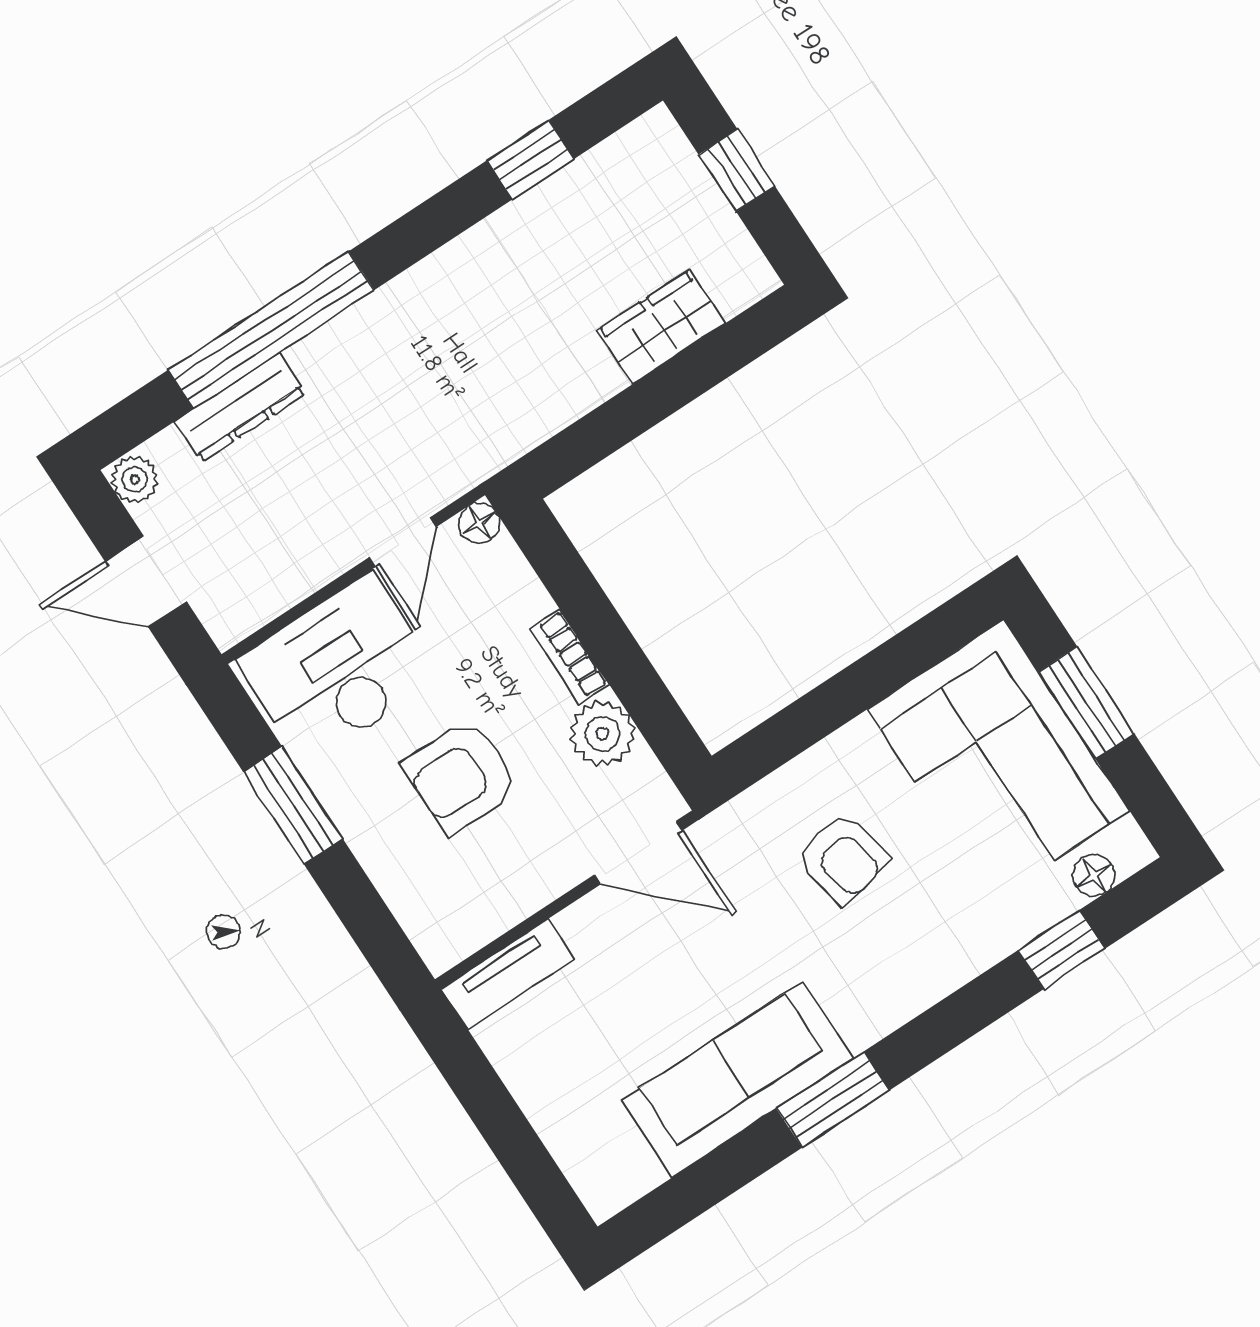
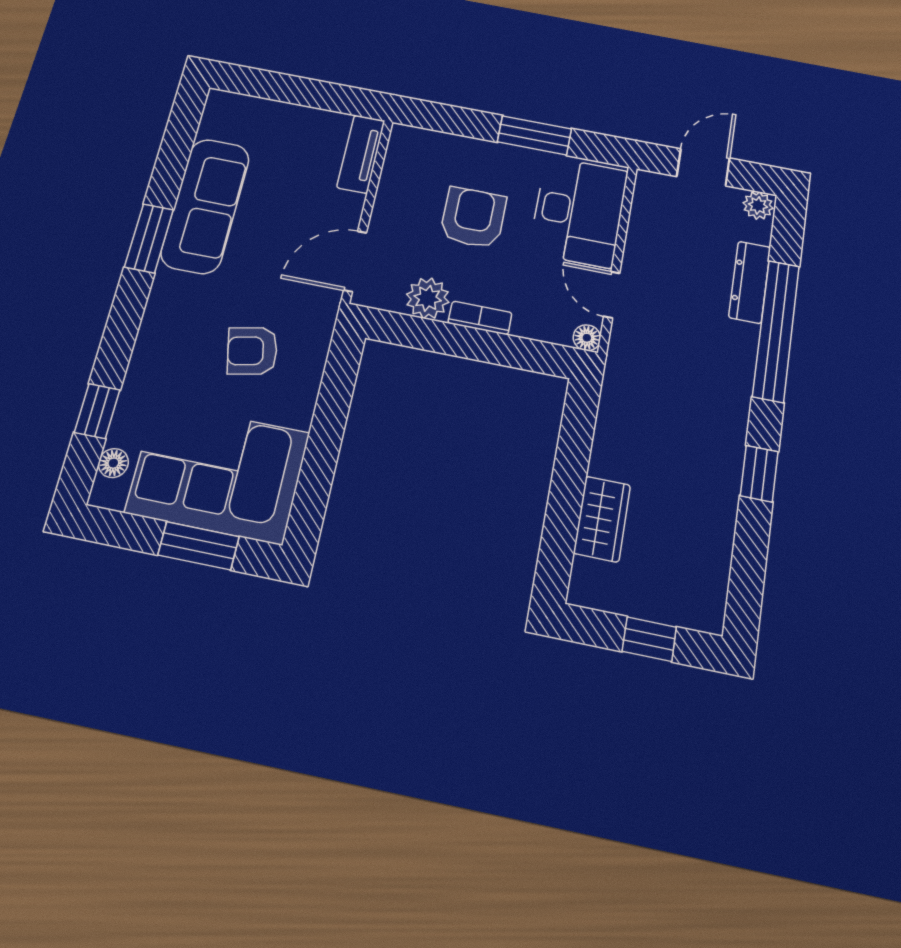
window: (531, 160) -> (759, 474), moved

